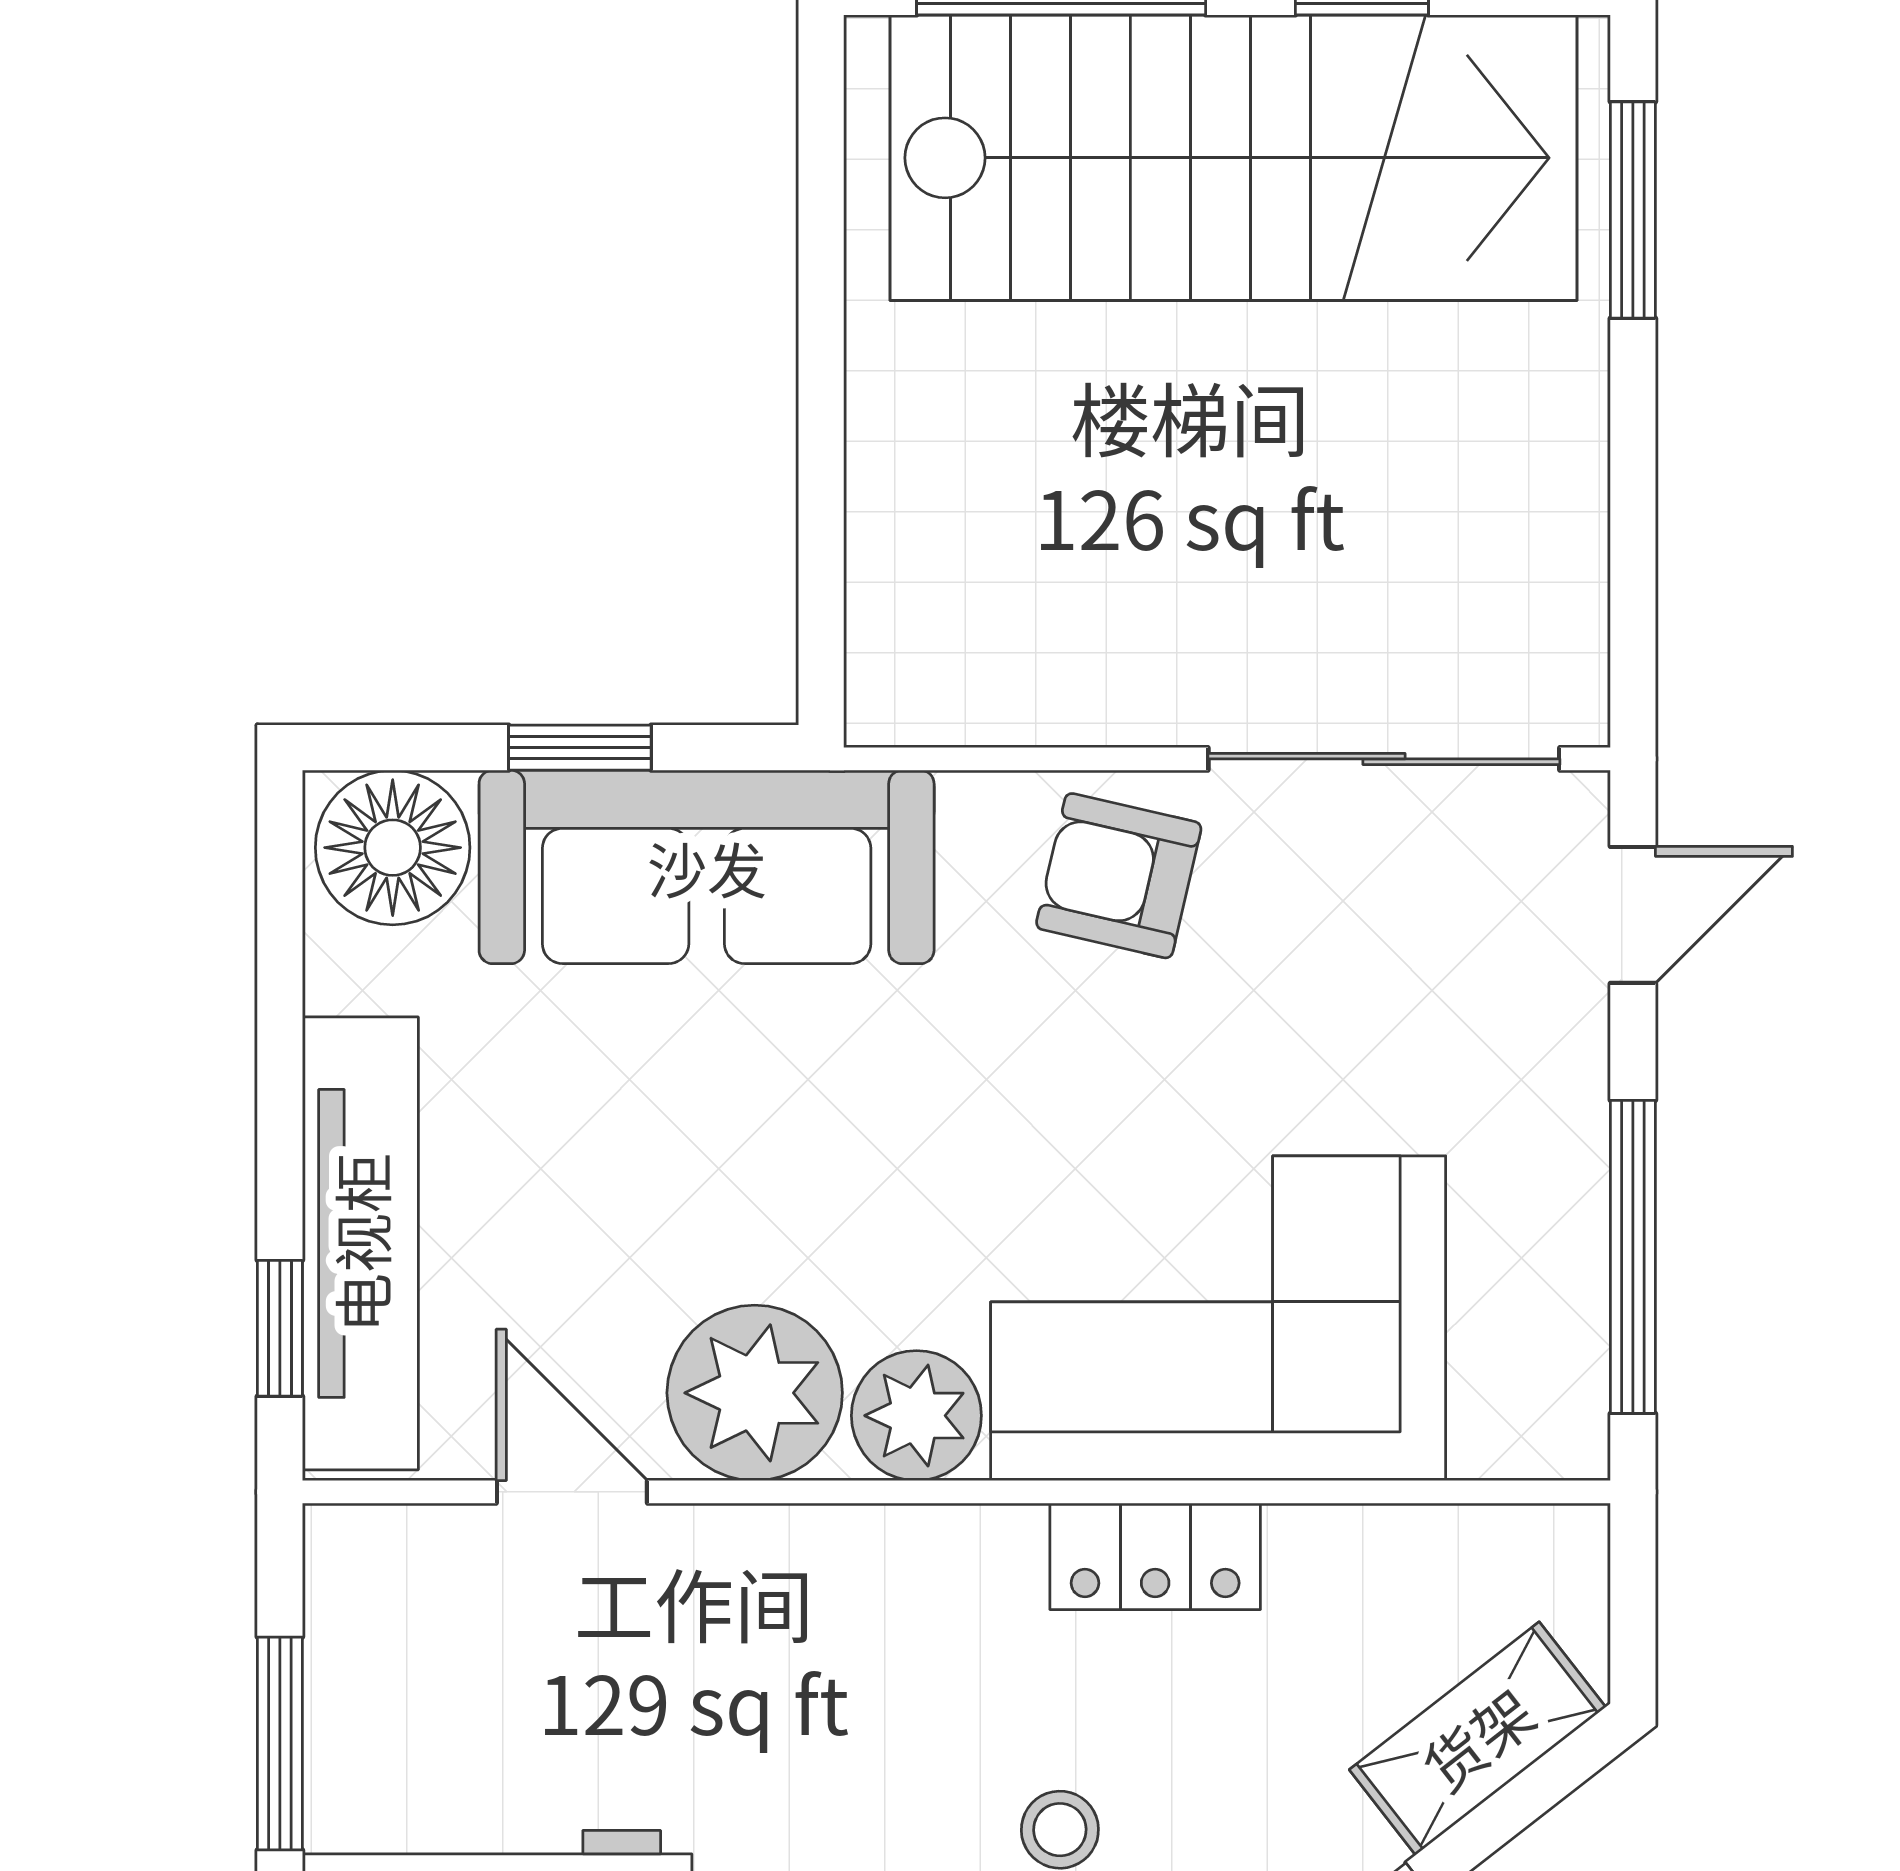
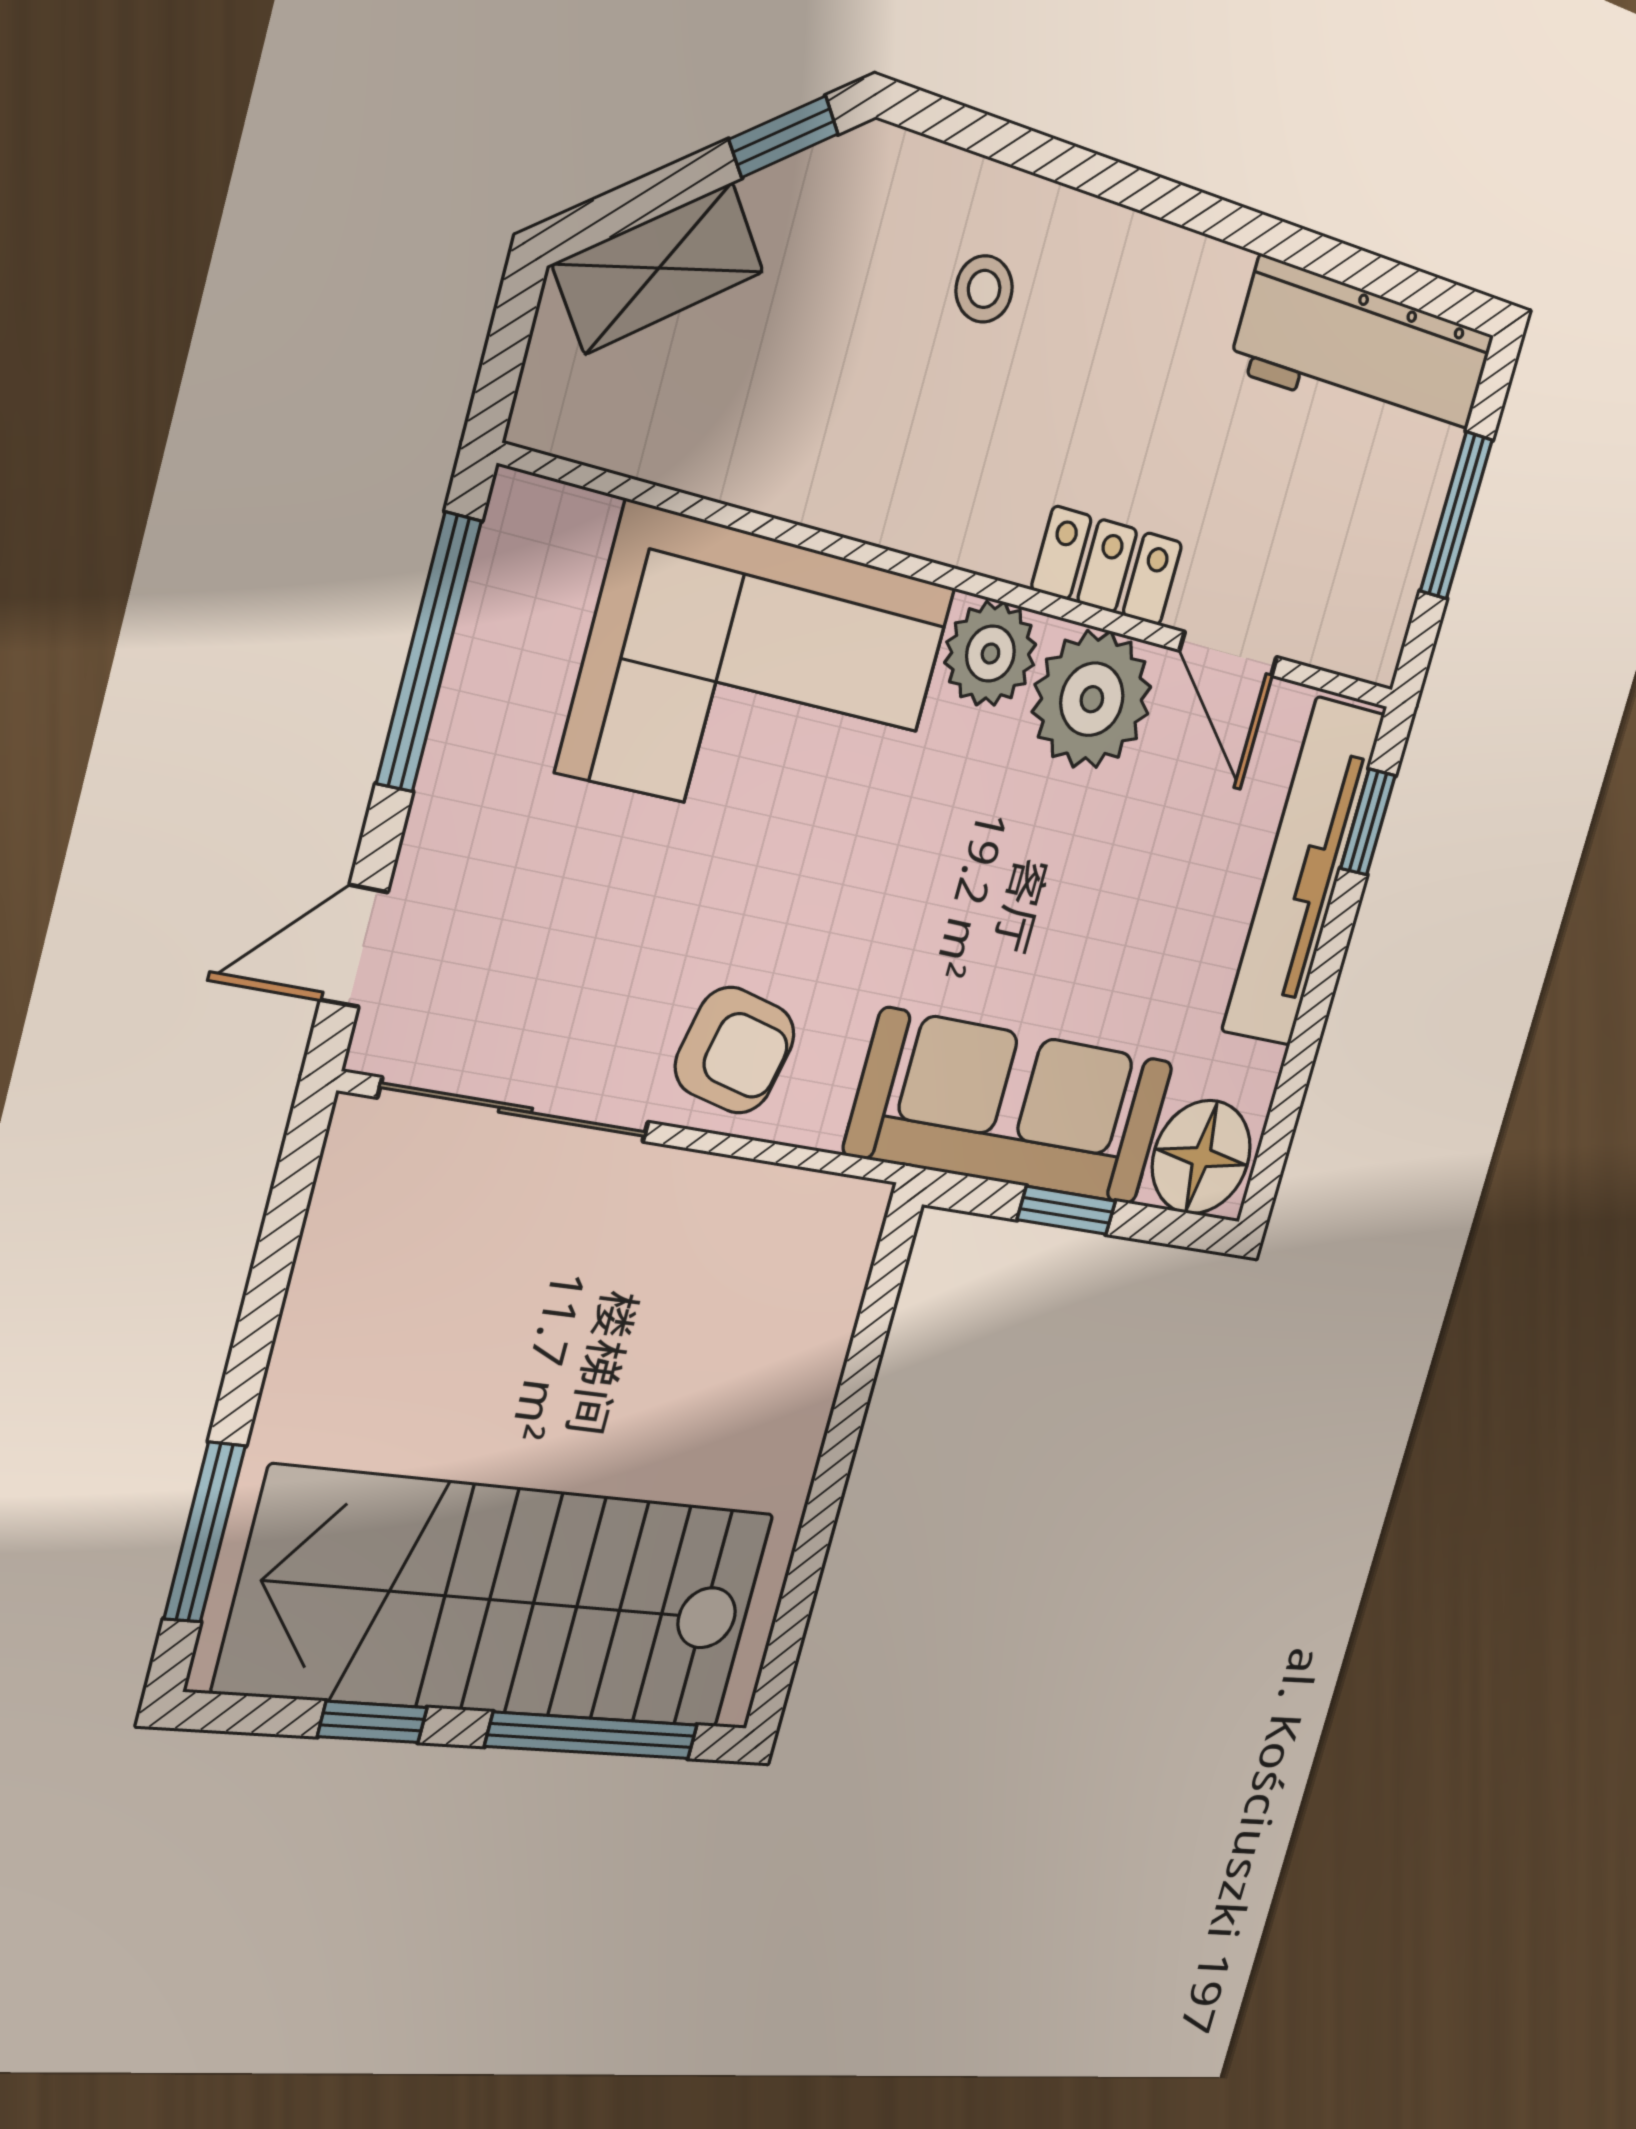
locker: (1155, 1556) -> (1107, 566), moved

